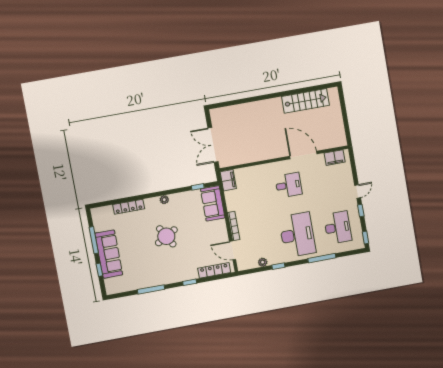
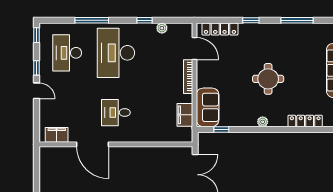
filing cabinet: (228, 180) -> (185, 115), moved
door: (358, 191) -> (37, 91), swing flipped
round table: (166, 236) -> (268, 79), turned 30

